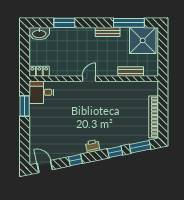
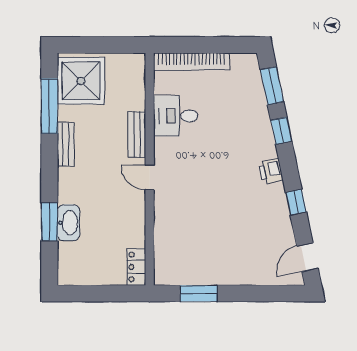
washbasin: (39, 34) -> (68, 223), moved
bench: (131, 72) -> (137, 134), moved
desk: (41, 92) -> (176, 116), moved, turned 90
bookcase: (154, 117) -> (191, 61), moved

